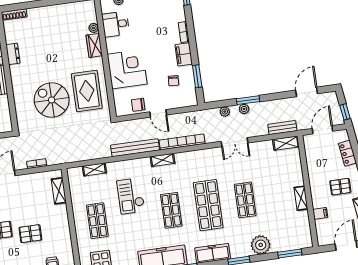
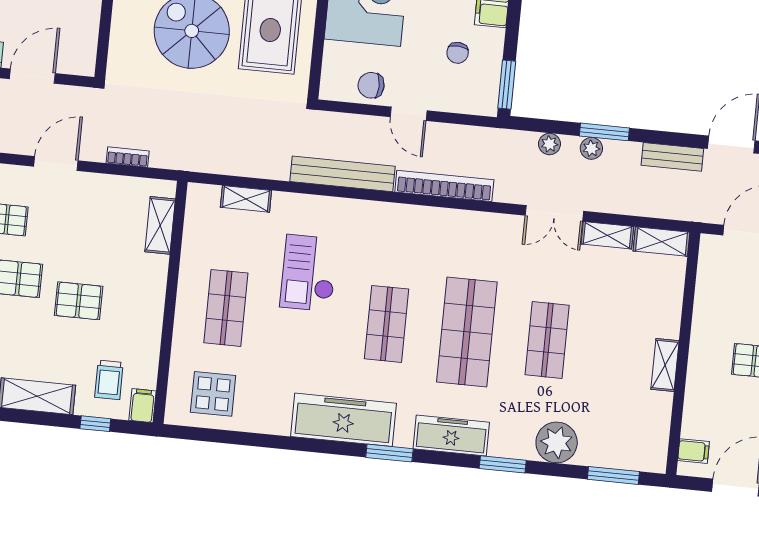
window: (197, 76) -> (507, 85), moved
bench: (282, 128) -> (672, 157), moved
shelving: (163, 160) -> (607, 235), moved
filing cabinet: (320, 213) -> (694, 451), moved

